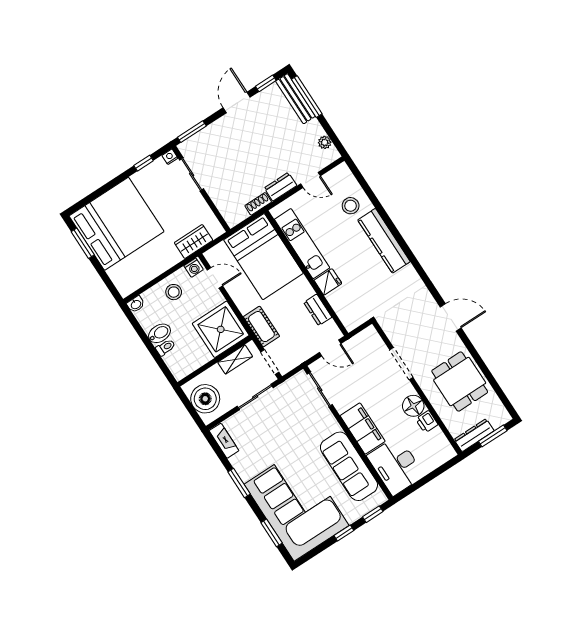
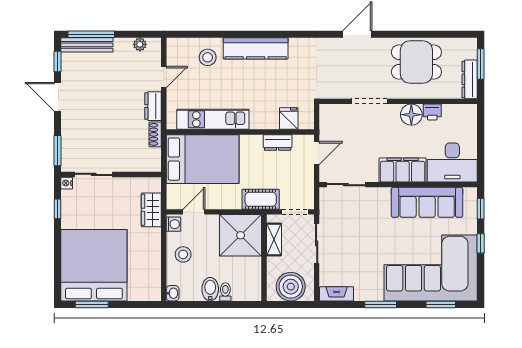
fridge: (328, 282) -> (289, 118), moved

